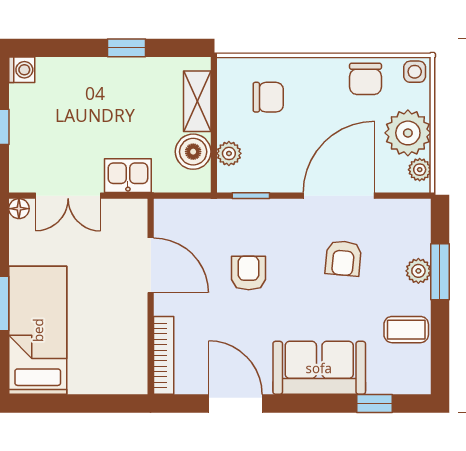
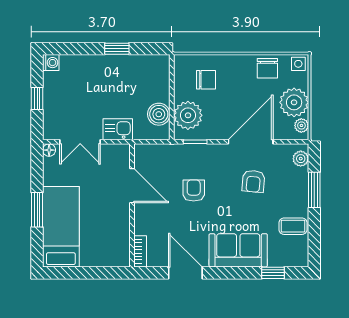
shelving: (197, 101) -> (161, 82), removed
plant: (229, 153) -> (188, 115), width x1.87, depth x1.87
plant: (418, 271) -> (301, 159), moved
bookcase: (164, 355) -> (140, 251), width x0.64

